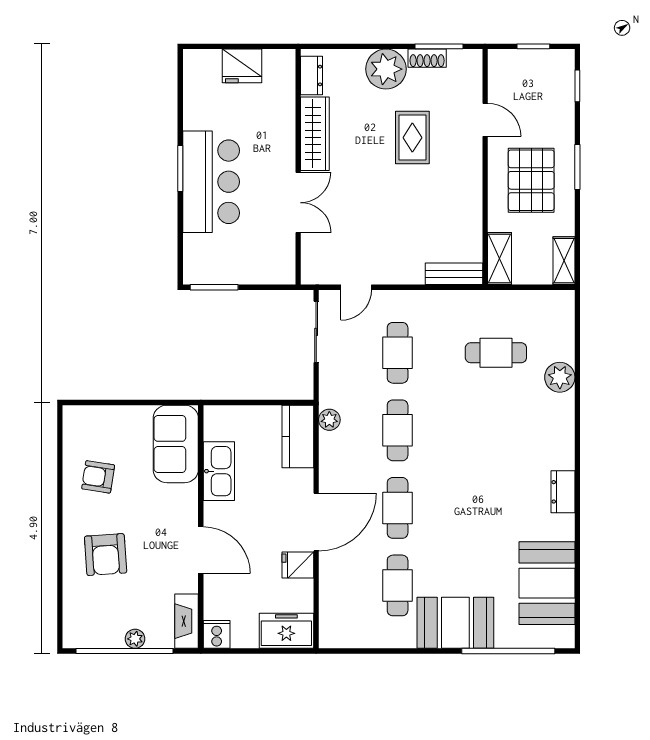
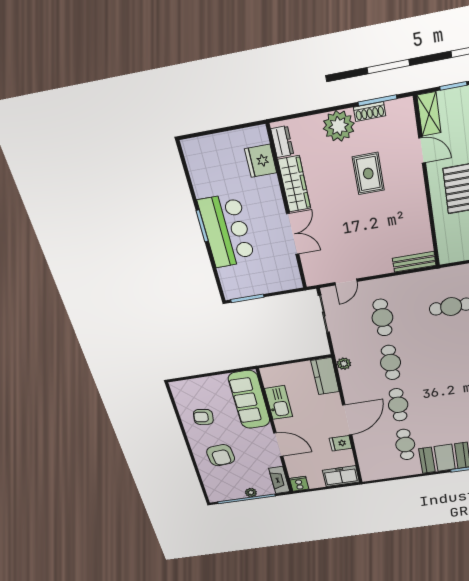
fridge: (242, 66) -> (261, 161), moved, turned 90
shelving: (500, 258) -> (429, 114), moved
sofa: (176, 444) -> (249, 400), width x1.36

